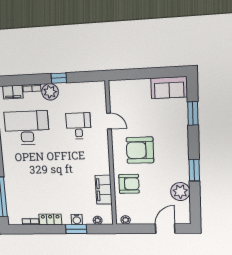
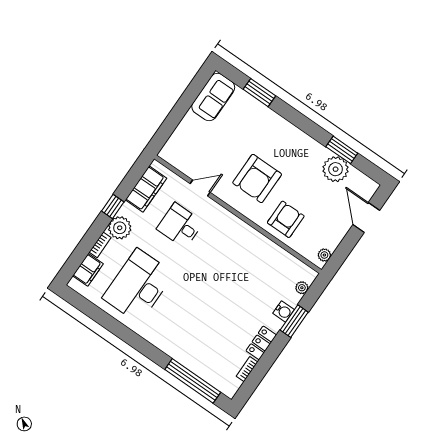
window: (194, 170) -> (342, 150), moved
filing cabinet: (104, 190) -> (146, 189), moved, turned -90

